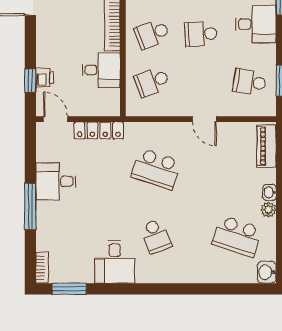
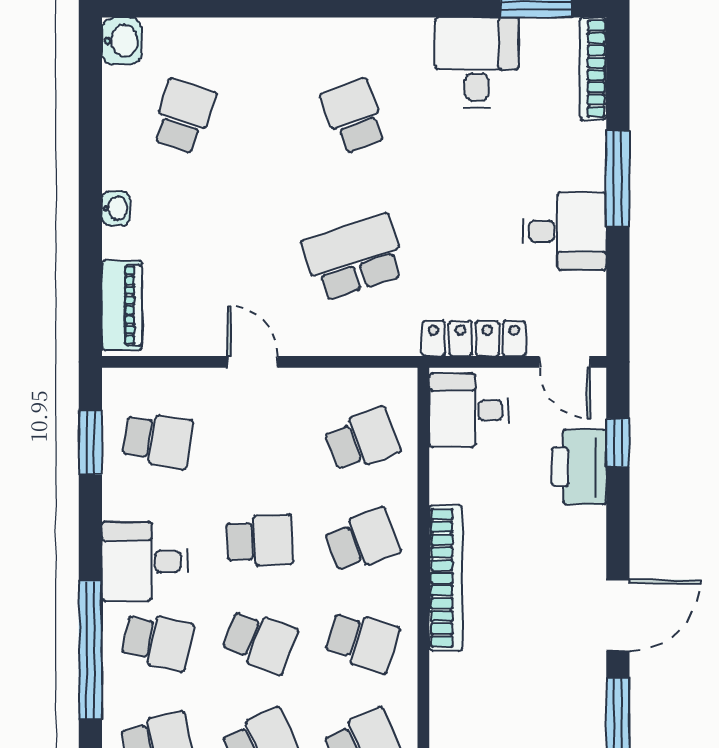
desk: (101, 70) -> (469, 410), moved
printer: (45, 78) -> (579, 467), width x1.87, depth x1.48
school desk: (156, 169) -> (354, 257), turned -36
plant: (268, 210) -> (118, 172), removed
school desk: (237, 236) -> (184, 116), width x0.54
desk: (115, 262) -> (477, 62), moved
bookcase: (42, 268) -> (593, 69), width x1.56

